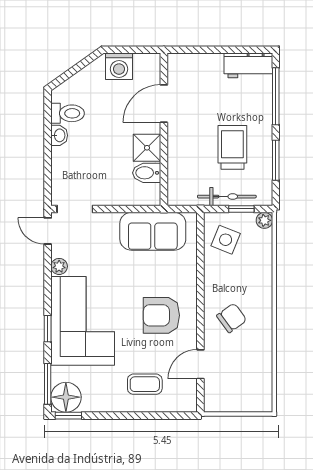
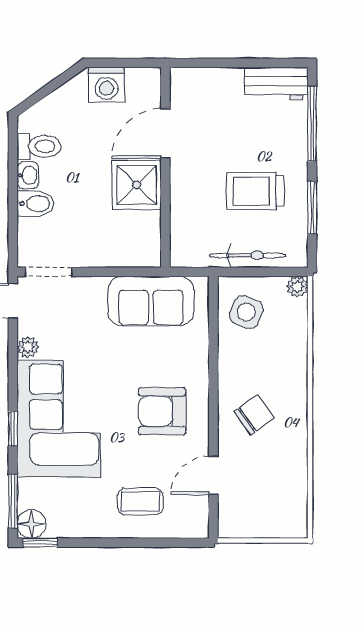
trolley: (232, 147) -> (255, 191), turned -90
shower: (147, 148) -> (137, 185), width x1.36, depth x1.36
bidet: (147, 173) -> (36, 204), moved, turned 180
window: (241, 209) -> (267, 272), removed
floor lamp: (66, 397) -> (32, 524), width x0.73, depth x0.73

